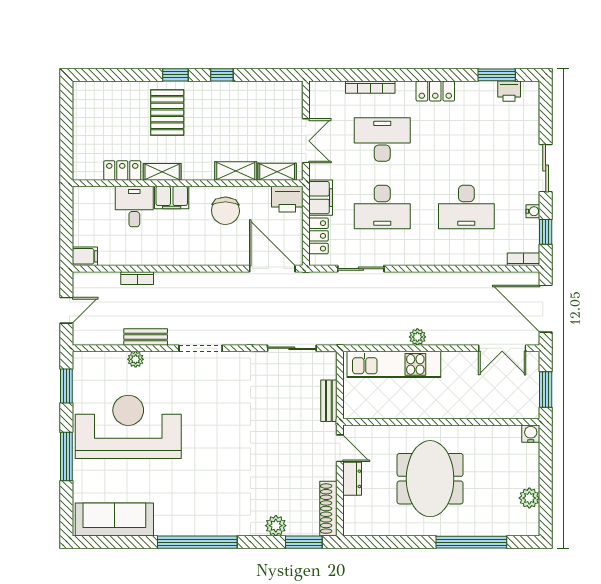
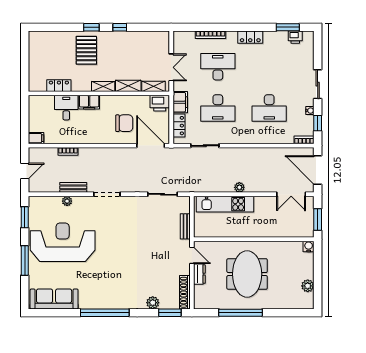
shelving: (162, 172) -> (103, 86), moved
chair: (225, 211) -> (124, 123), moved, turned -91
window: (471, 542) -> (240, 313), moved

